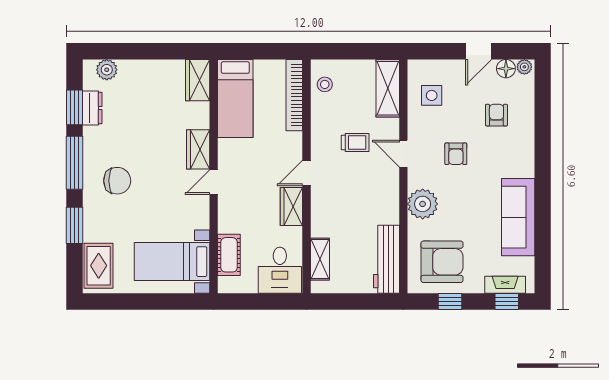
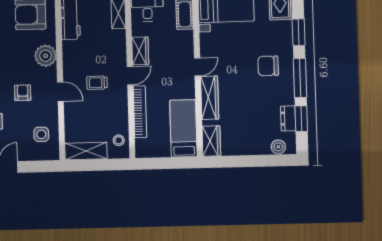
shelving: (388, 88) -> (86, 151), moved, turned 90
bookcase: (294, 95) -> (140, 112), moved
trolley: (355, 143) -> (97, 83), moved
wardrobe: (198, 149) -> (210, 98), width x1.50

